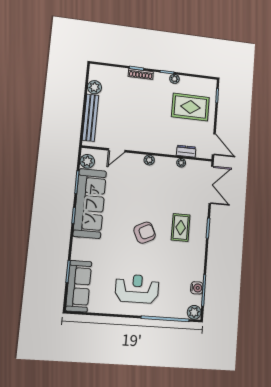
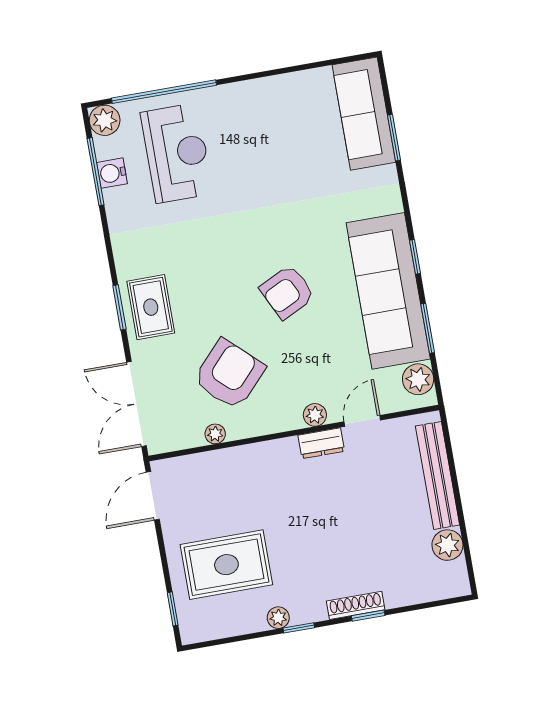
door: (214, 144) -> (153, 496), hinge flipped
dresser: (186, 151) -> (321, 443), moved
plant: (149, 160) -> (315, 415), moved
armchair: (169, 186) -> (229, 374), added
rug: (181, 227) -> (151, 307), moved
armchair: (145, 233) -> (287, 292), moved
reception desk: (137, 289) -> (177, 153), moved, turned -90

